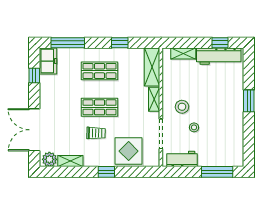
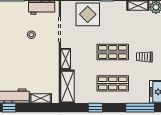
stool: (182, 107) -> (42, 52), removed
trolley: (96, 133) -> (144, 57), moved

